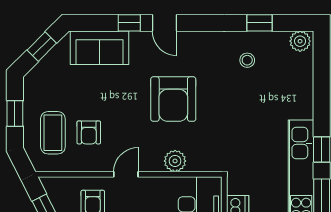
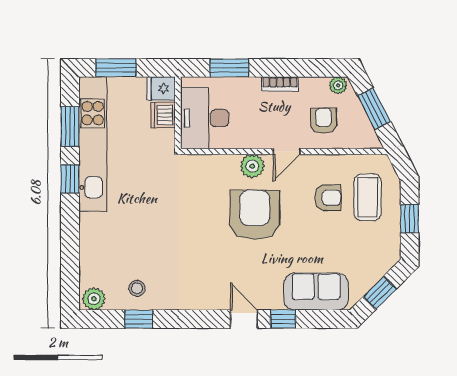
stool: (247, 60) -> (137, 288), moved
armchair: (173, 99) -> (255, 215), moved
armchair: (89, 132) -> (328, 198), turned 90
plant: (175, 161) -> (252, 166), moved

